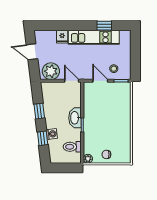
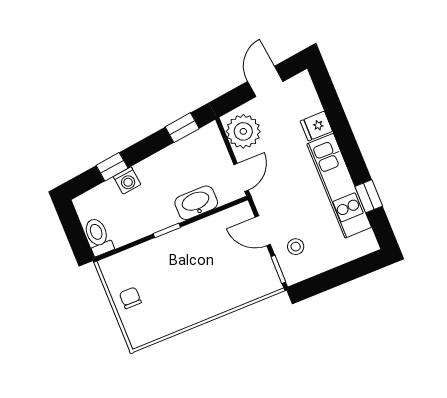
door: (100, 81) -> (263, 231), swing flipped
window: (39, 111) -> (182, 128), moved
washbasin: (75, 118) -> (196, 203), moved
toilet: (72, 147) -> (98, 237), moved
plant: (88, 159) -> (108, 267), removed

